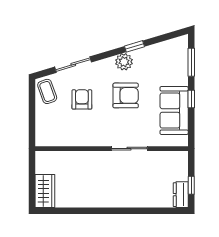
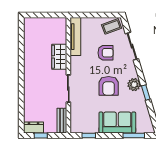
window: (191, 99) -> (89, 135), moved
sofa: (174, 110) -> (117, 122), moved
tv unit: (61, 139) -> (75, 37), added
bench: (172, 157) -> (62, 121), added
wardrobe: (45, 191) -> (59, 57), moved, turned 90

